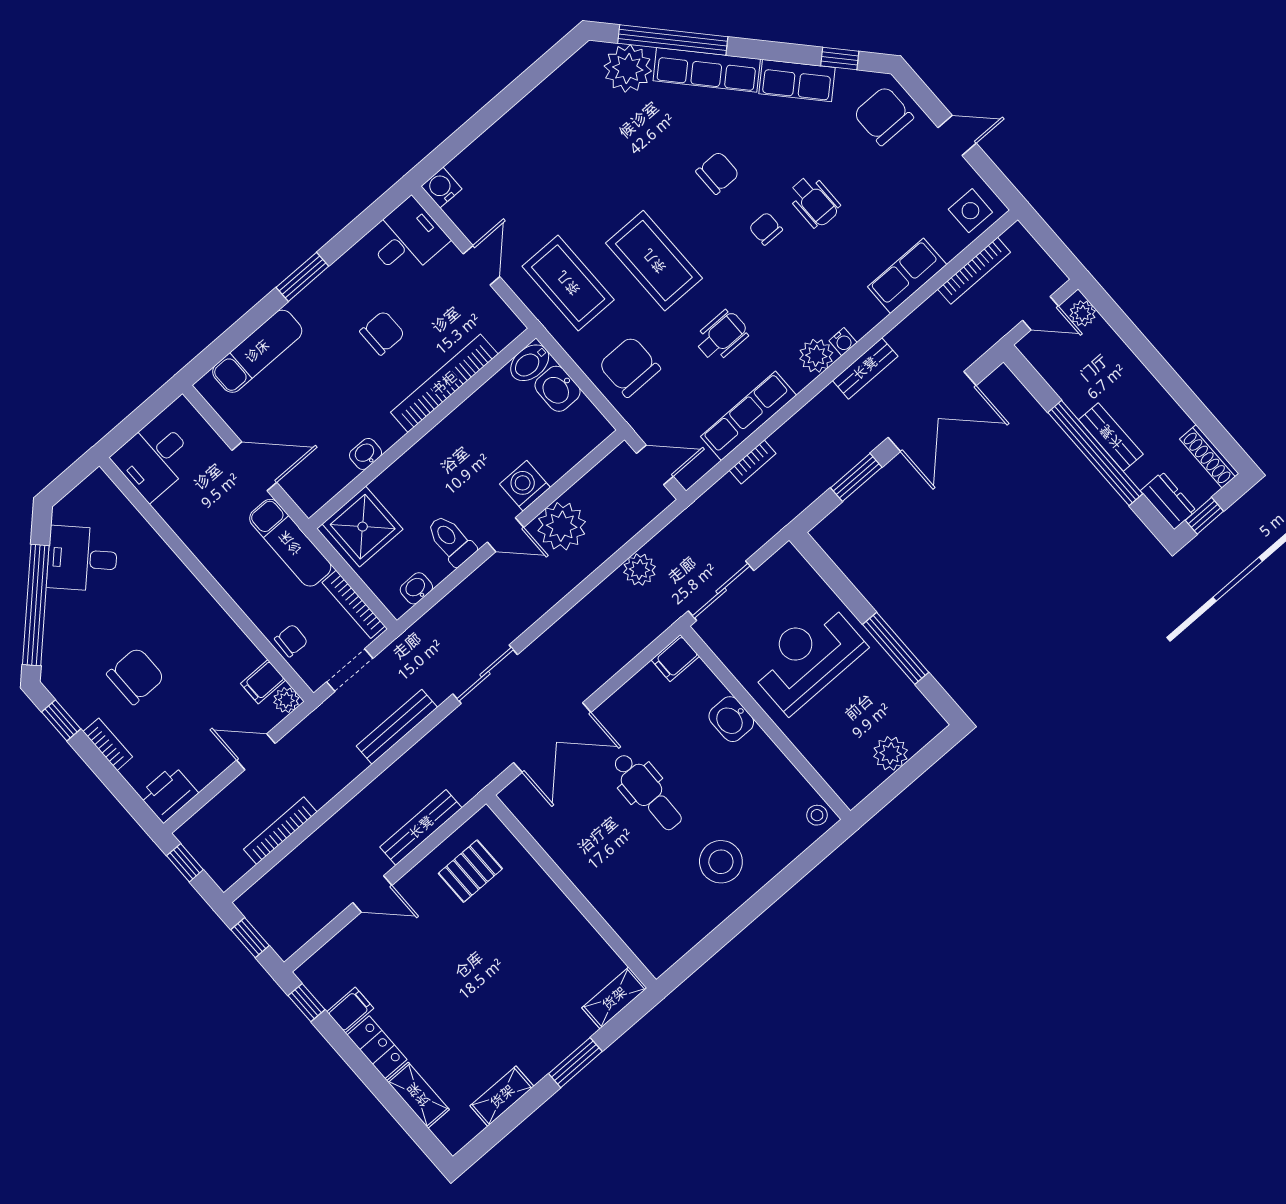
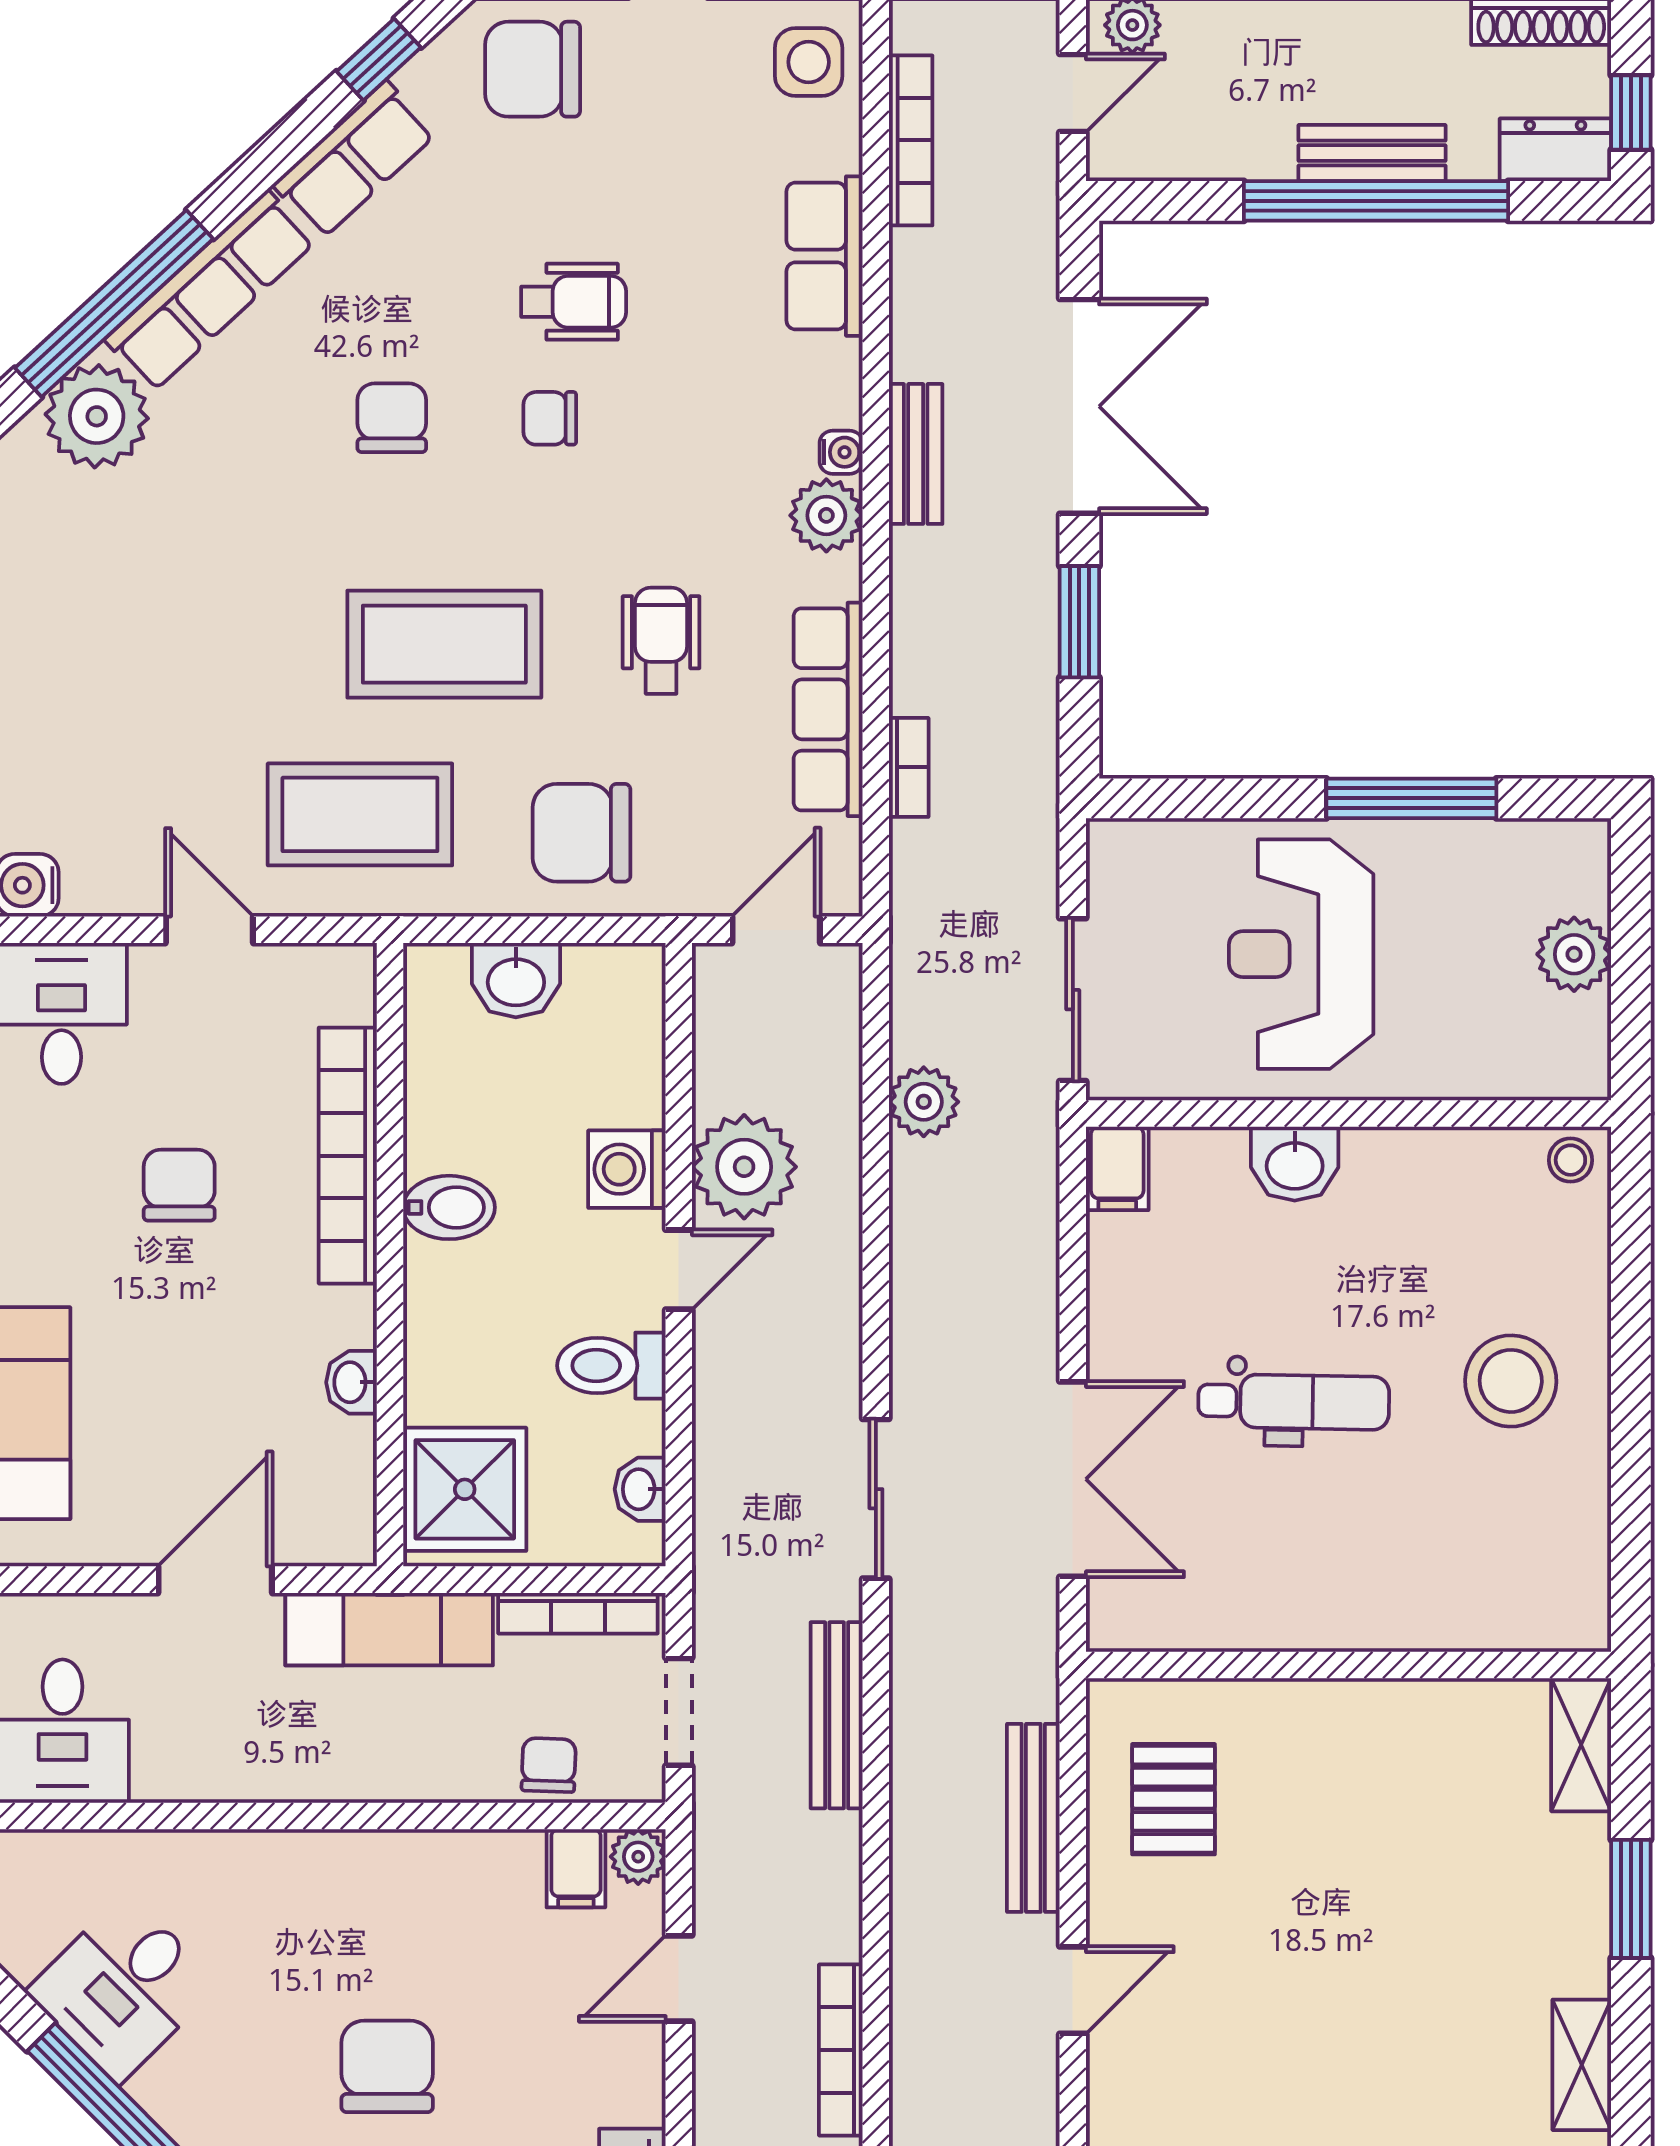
bidet: (530, 363) -> (449, 1207), moved, turned -90

